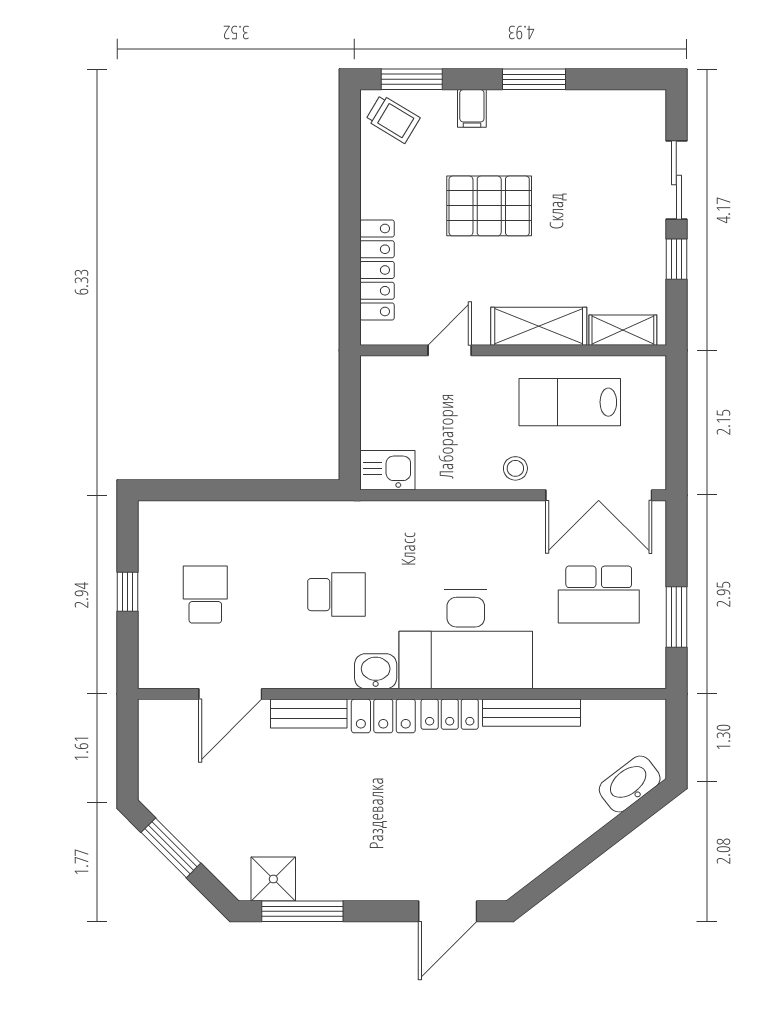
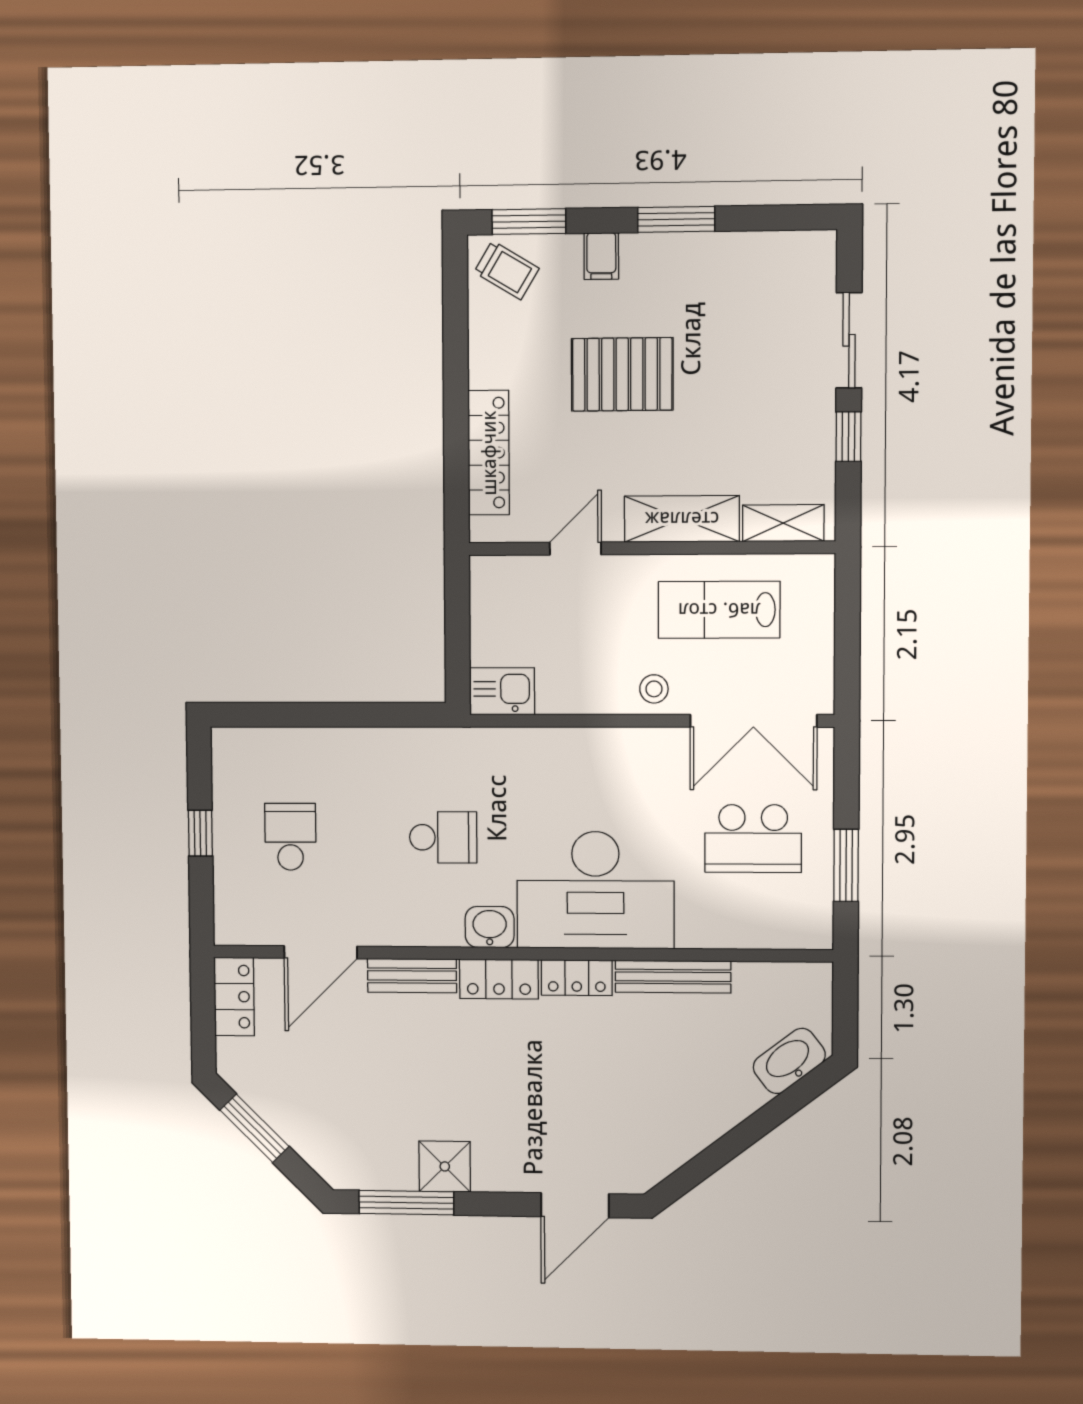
locker: (155, 733) -> (234, 997), added
shower: (273, 879) -> (445, 1166), moved

